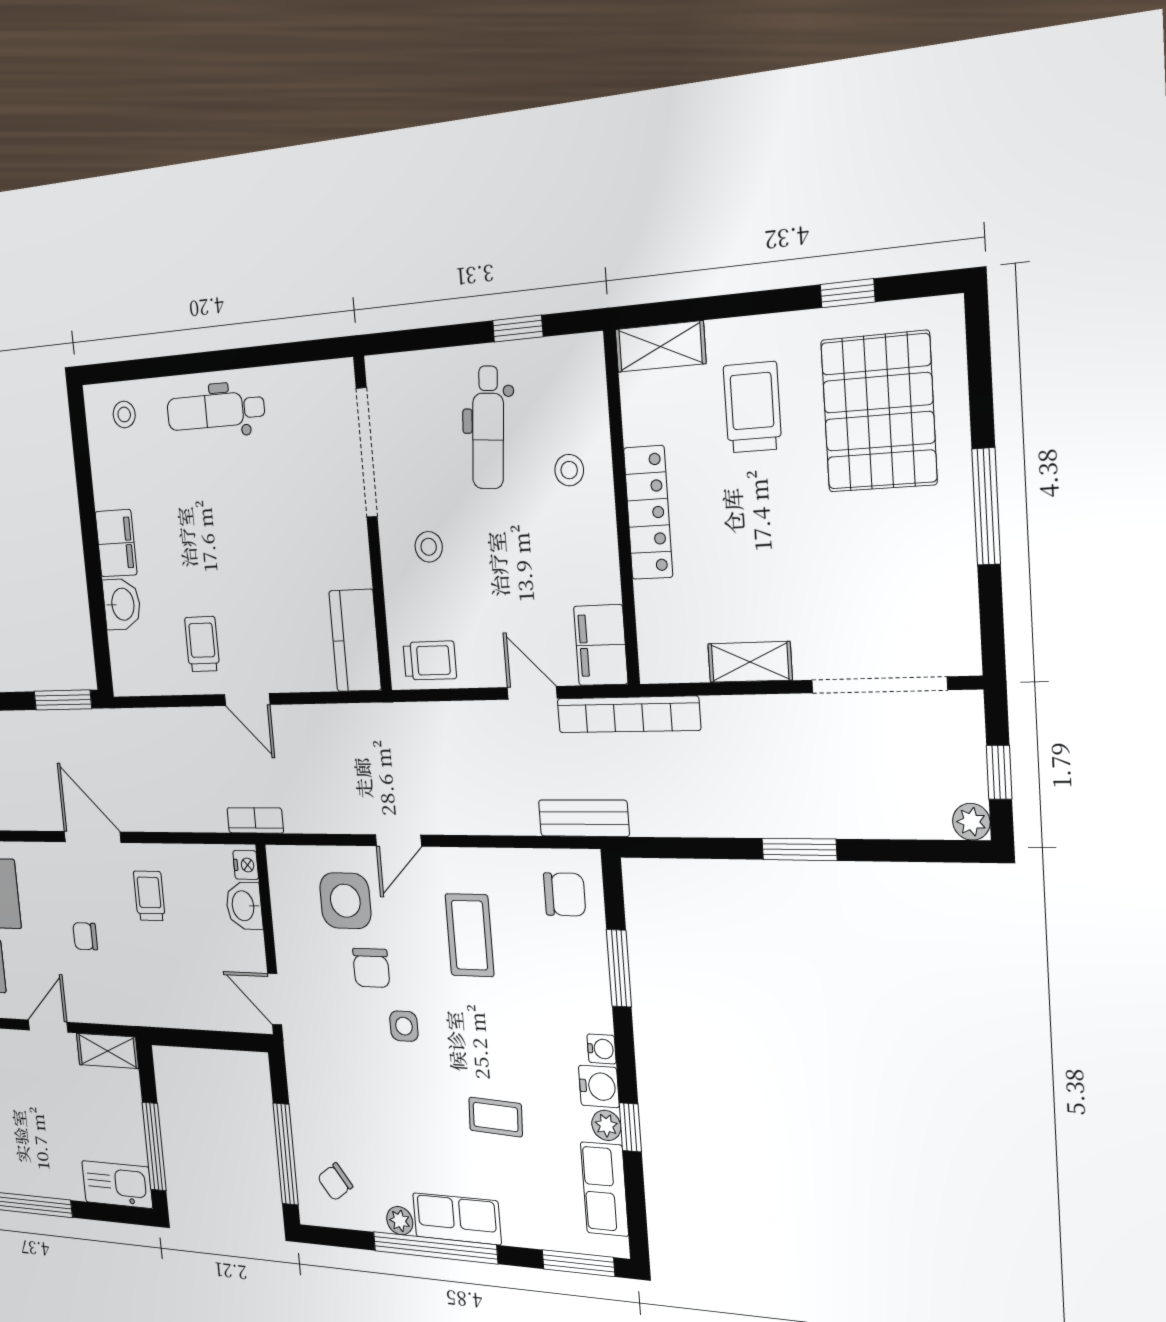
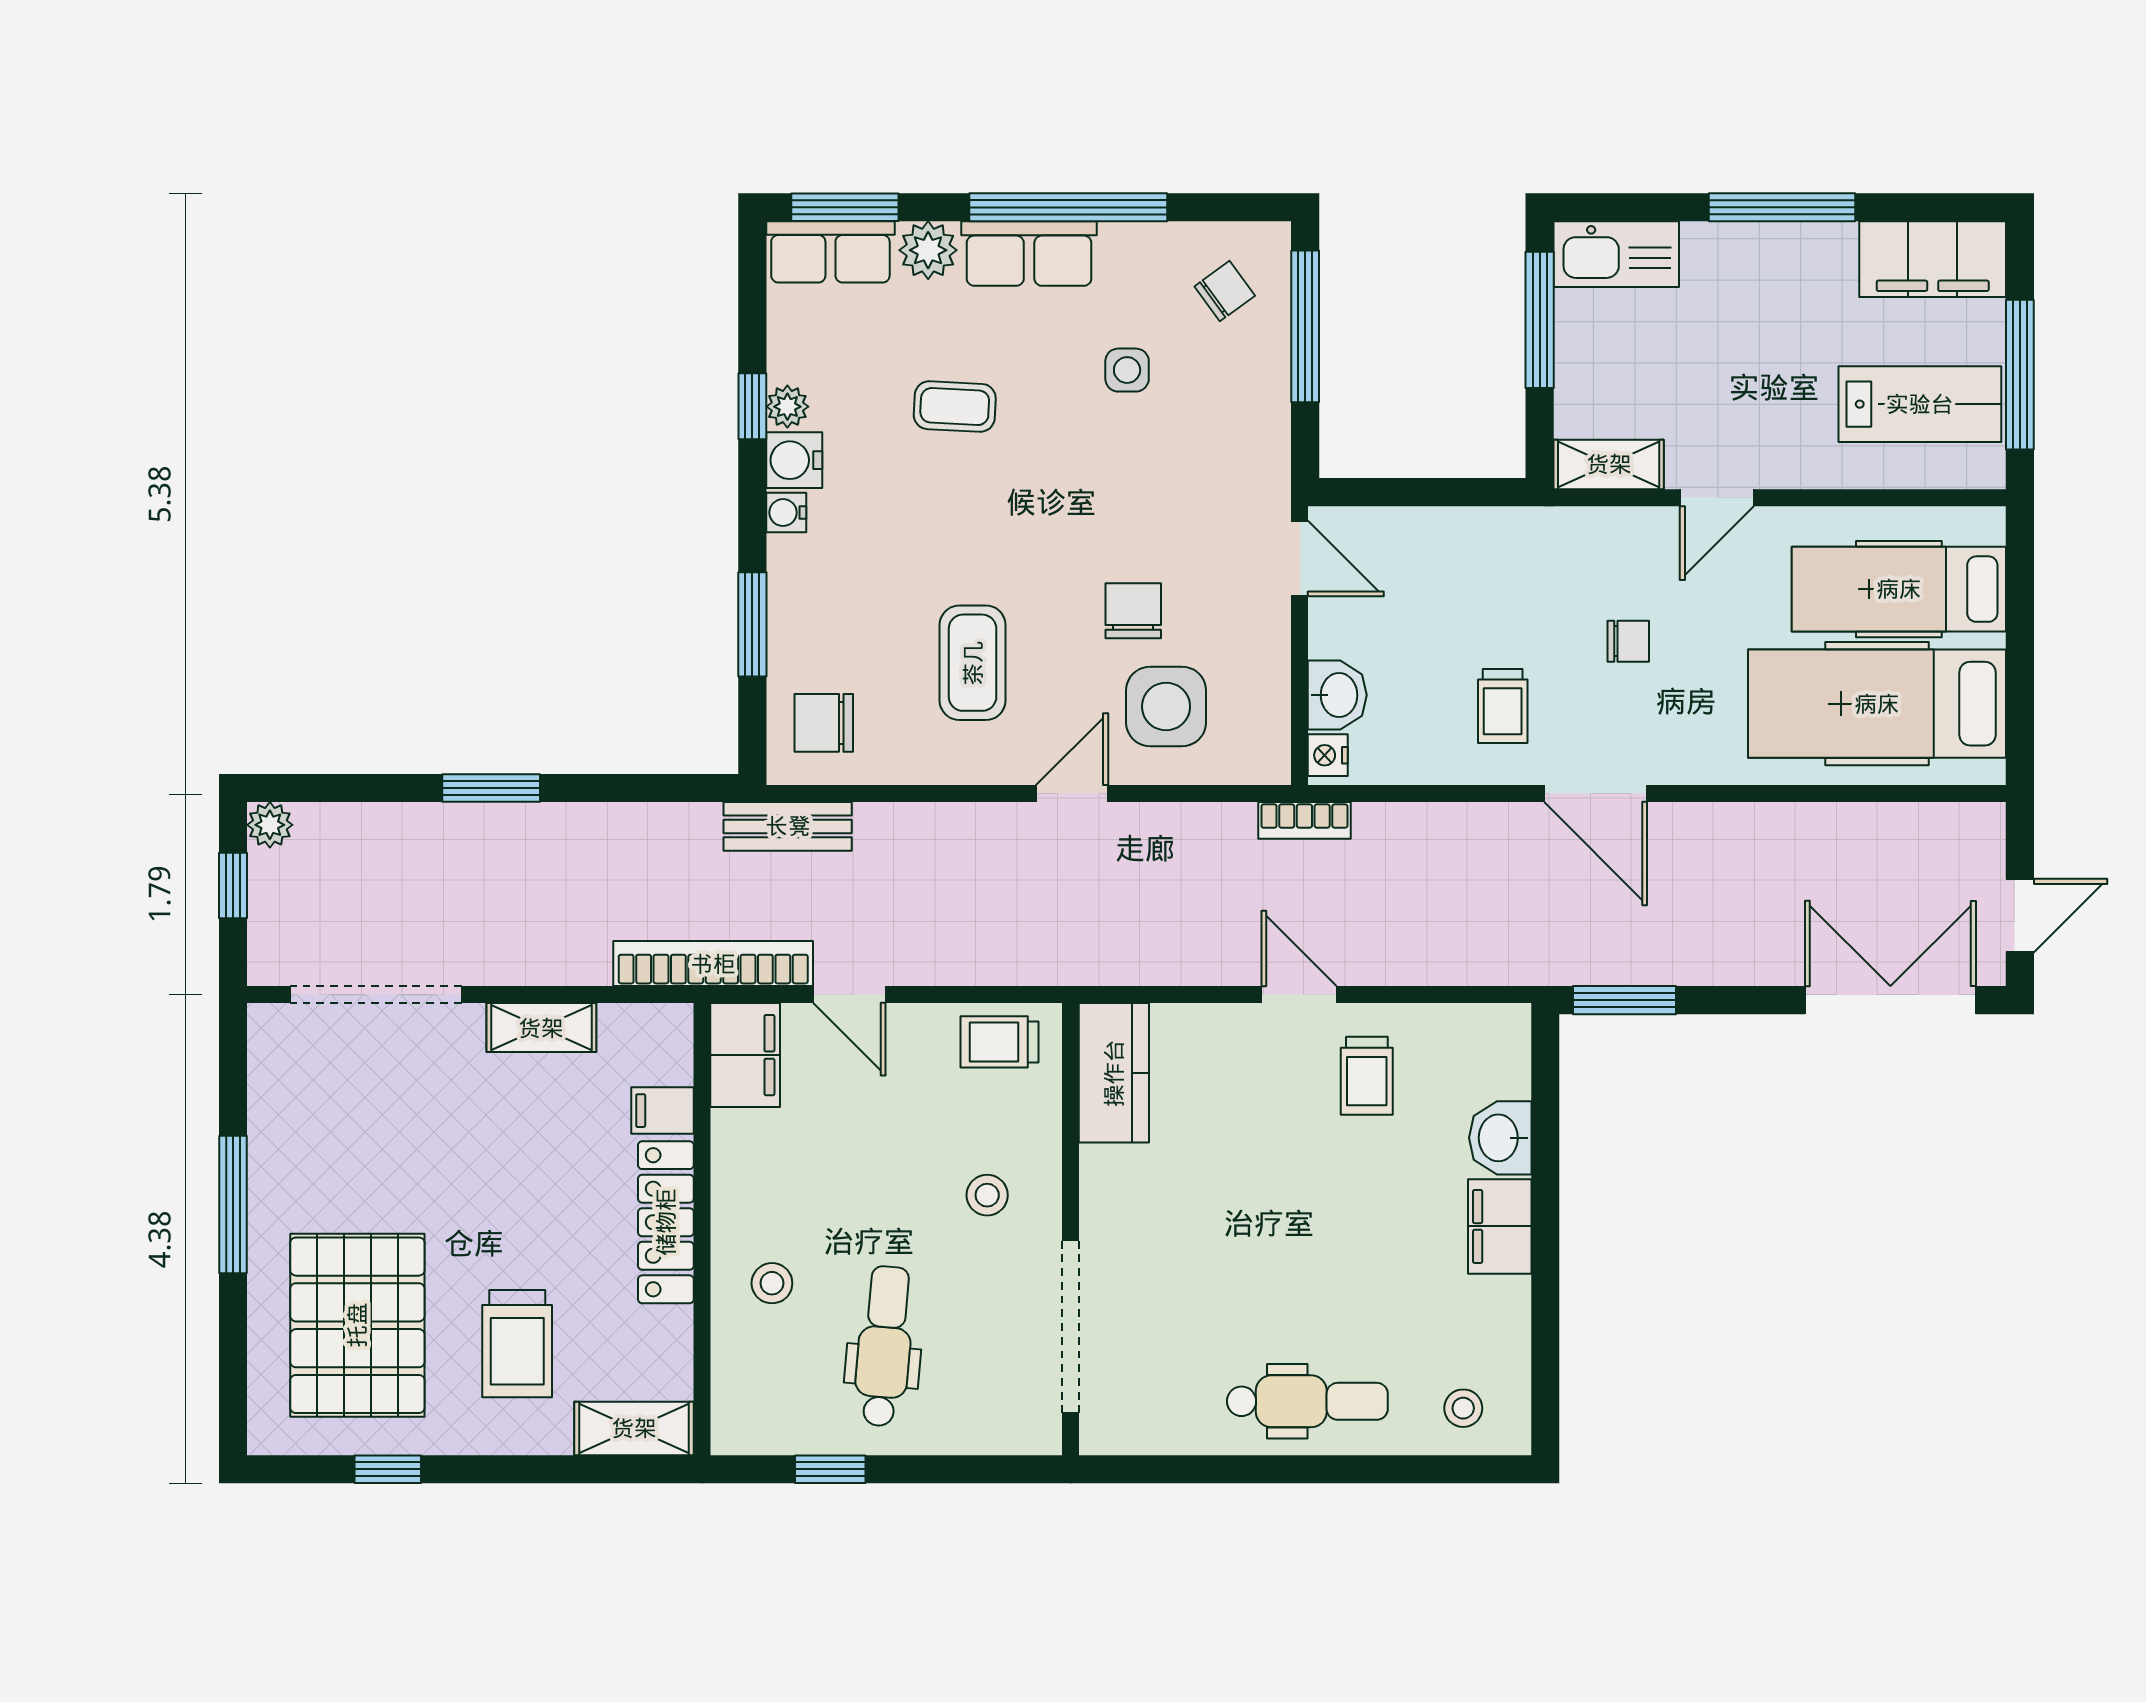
filing cabinet: (657, 600) -> (662, 1111), added
side table: (404, 1026) -> (1127, 370), moved
row of seats: (605, 1189) -> (830, 252), moved, turned 90
plant: (400, 1221) -> (928, 250), moved, width x1.38, depth x1.38

